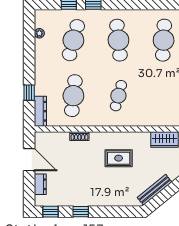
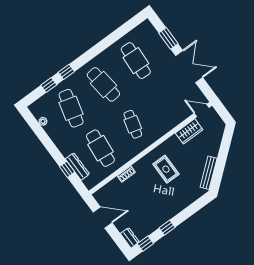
dresser: (40, 111) -> (77, 166), moved
rug: (119, 158) -> (166, 169), turned 90
dresser: (40, 184) -> (130, 238), moved

